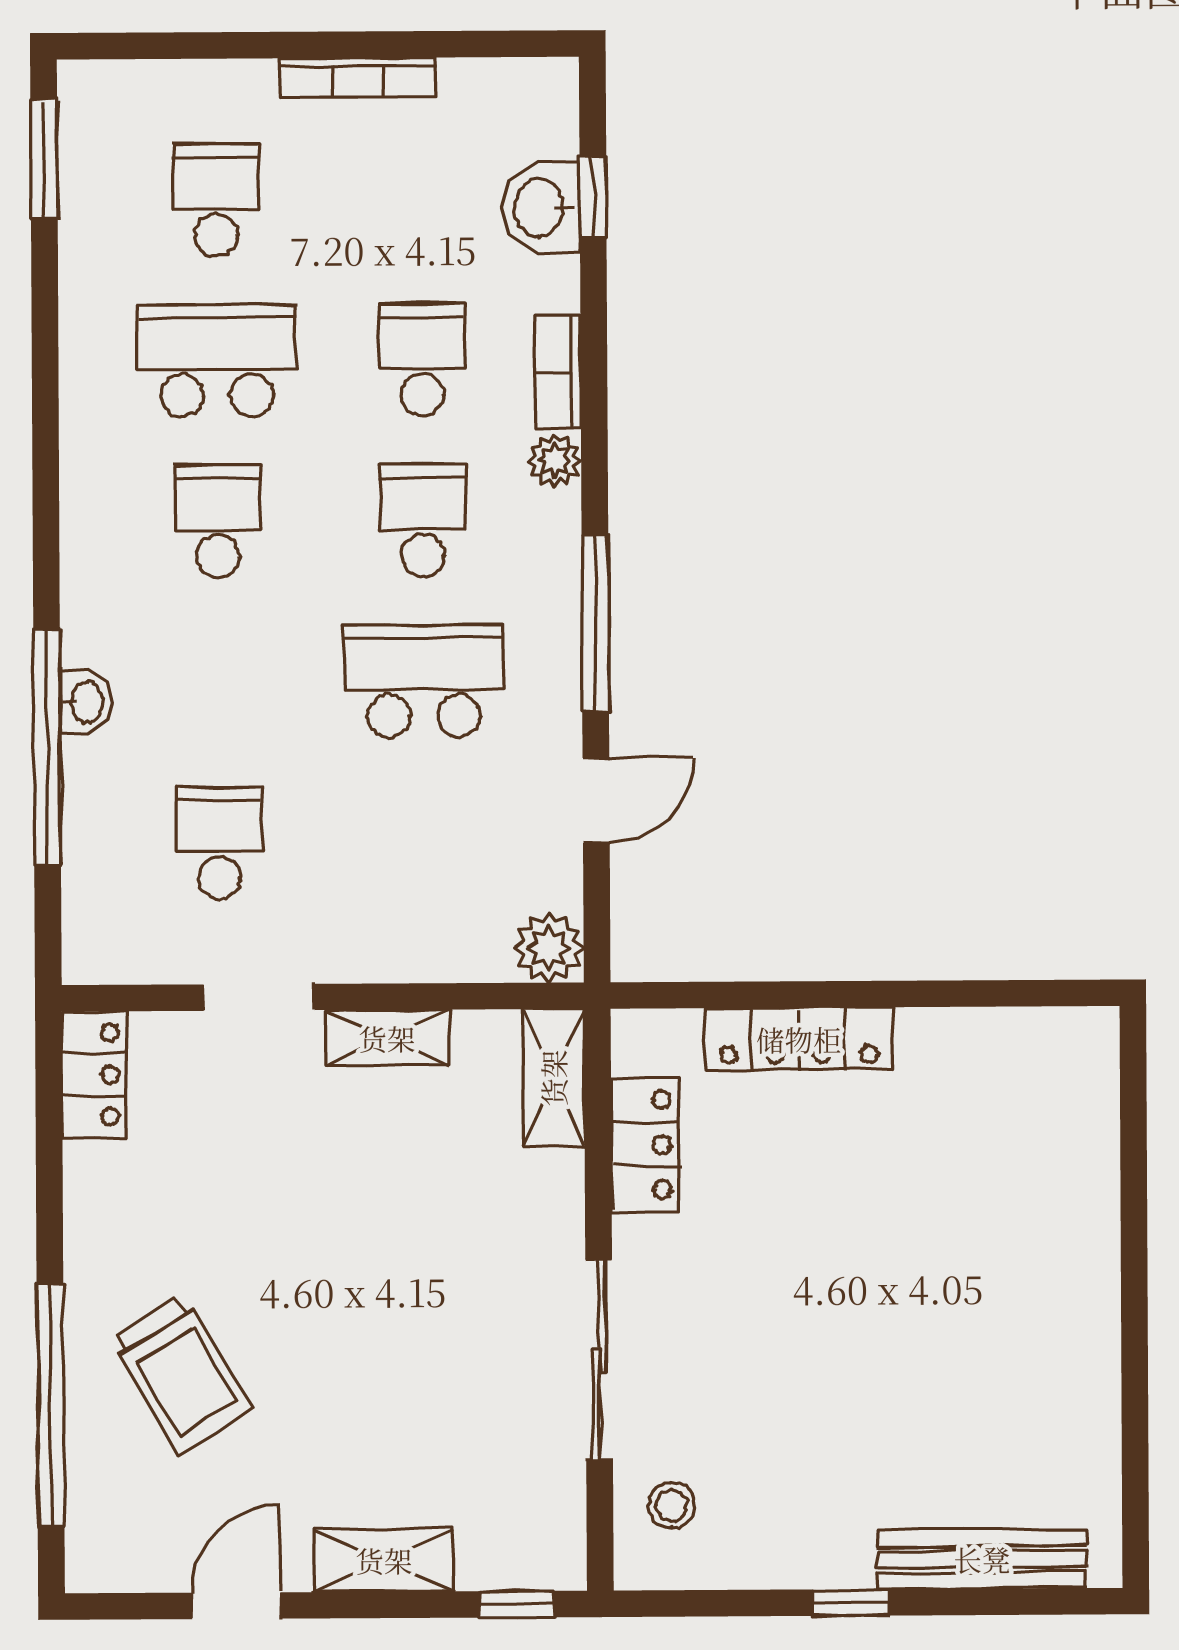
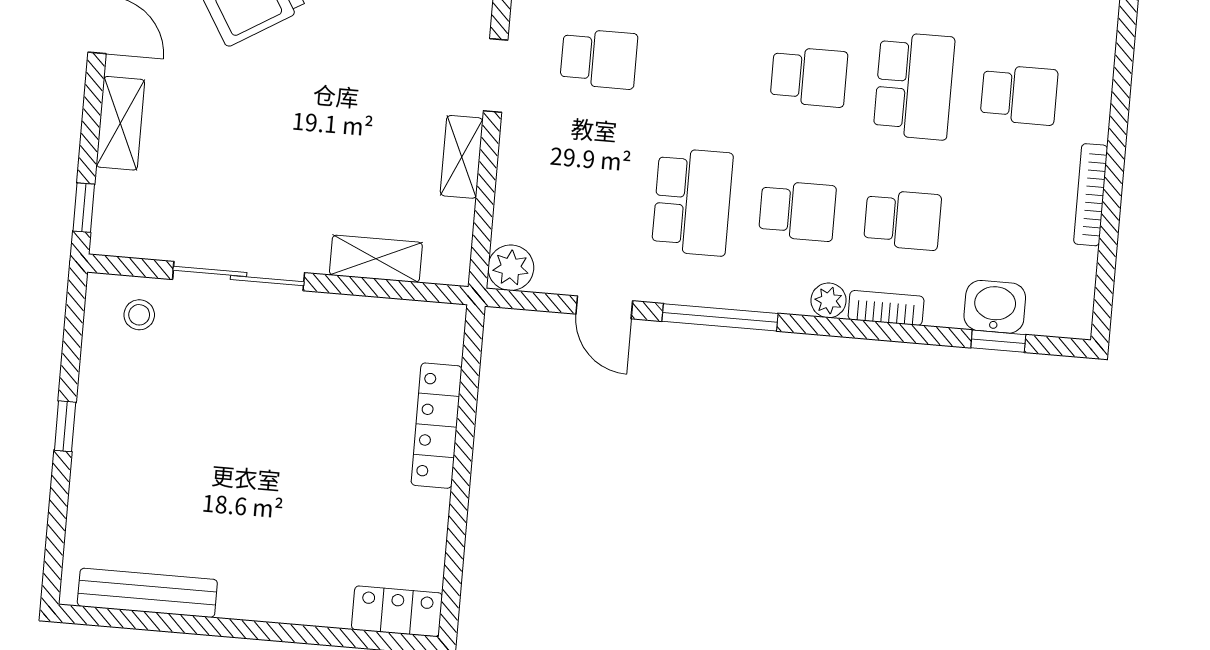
shelving: (553, 1078) -> (376, 259), moved
locker: (645, 1144) -> (397, 611), moved, turned 180
bench: (982, 1559) -> (147, 593), moved, turned 90

